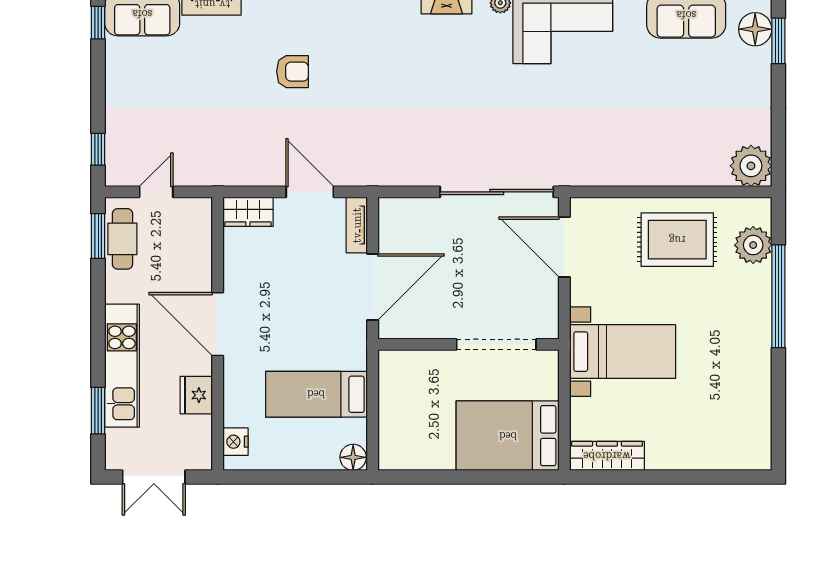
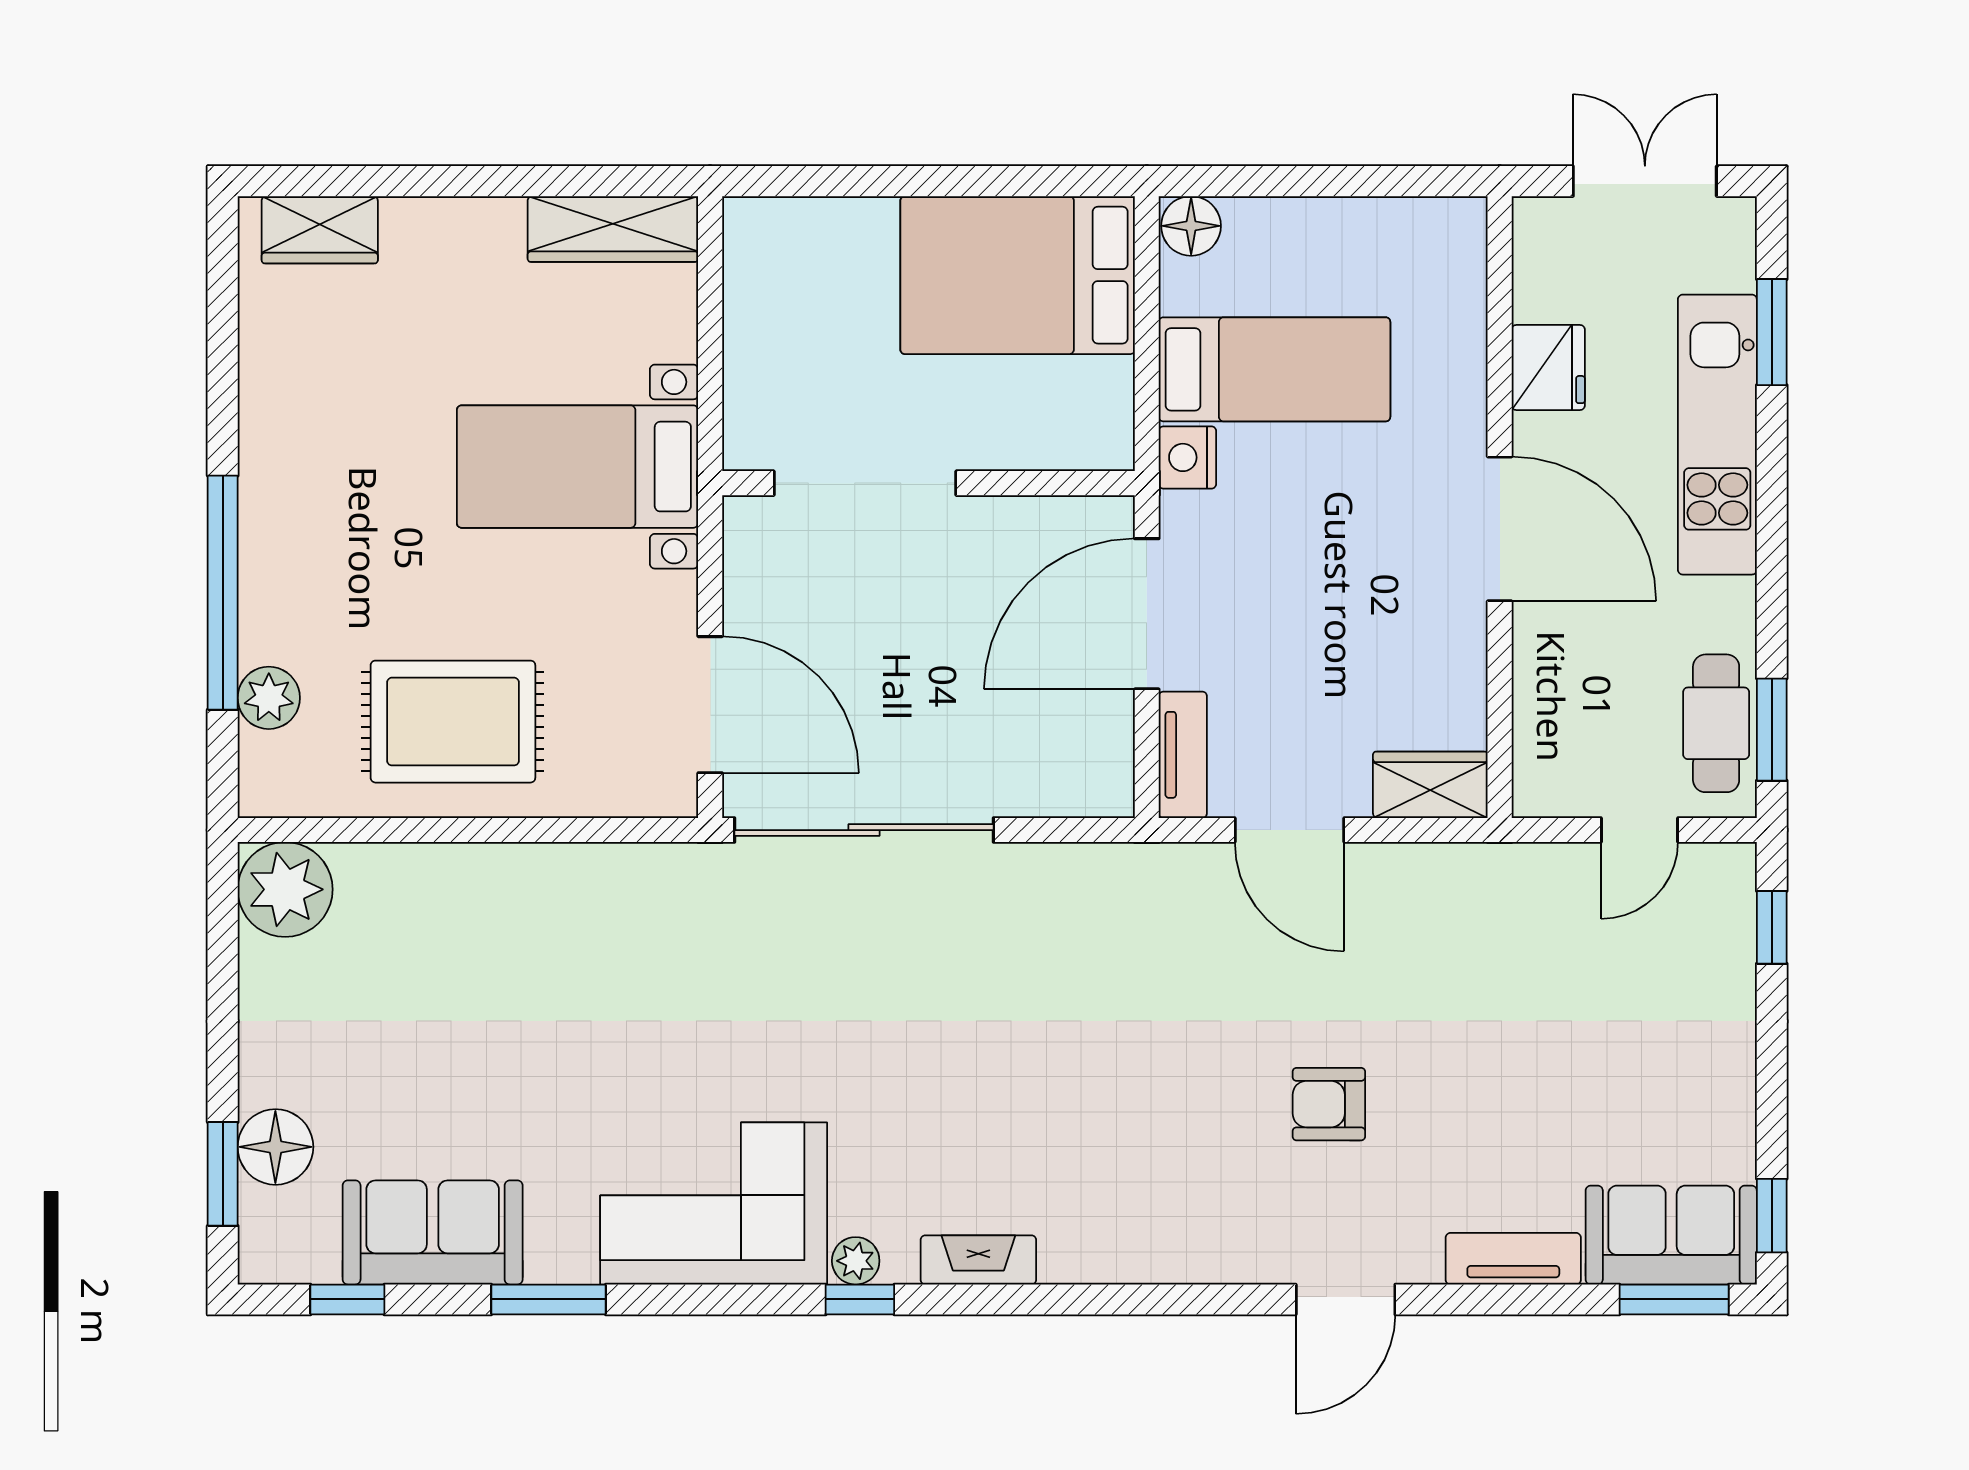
floor lamp: (755, 29) -> (275, 1147), moved
plant: (753, 245) -> (269, 698), width x0.73, depth x0.73
bed: (508, 436) -> (1018, 275), moved, turned 180
nightstand: (235, 442) -> (1187, 457), moved, turned 180
wardrobe: (736, 456) -> (320, 230), added

